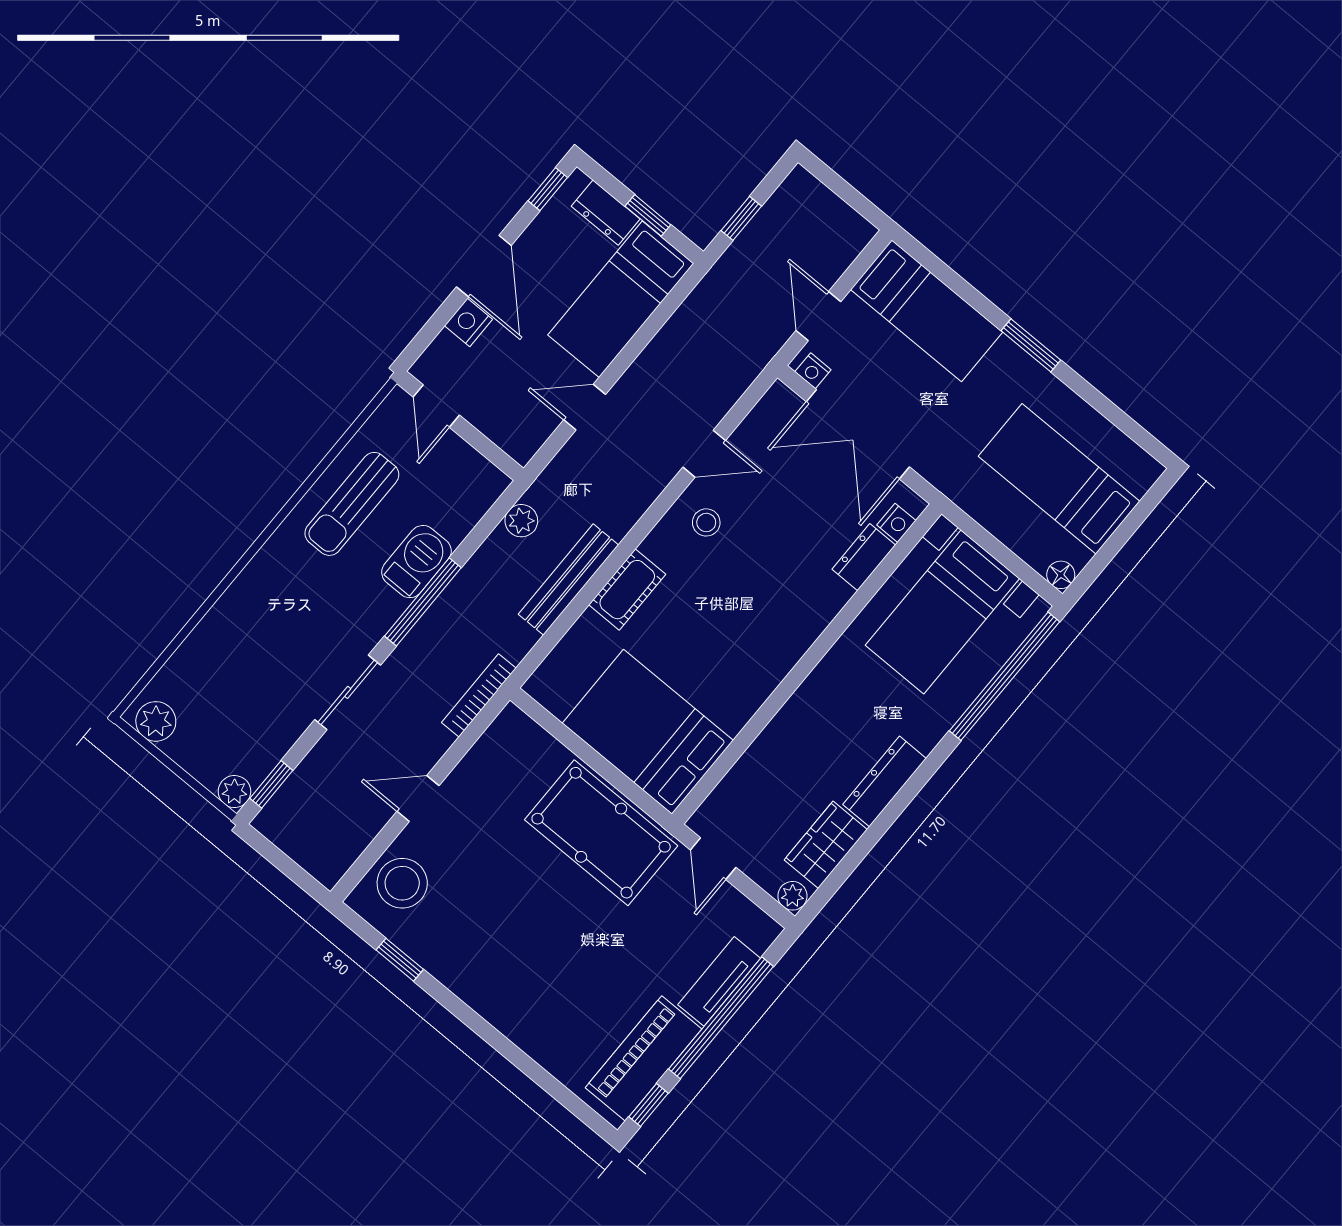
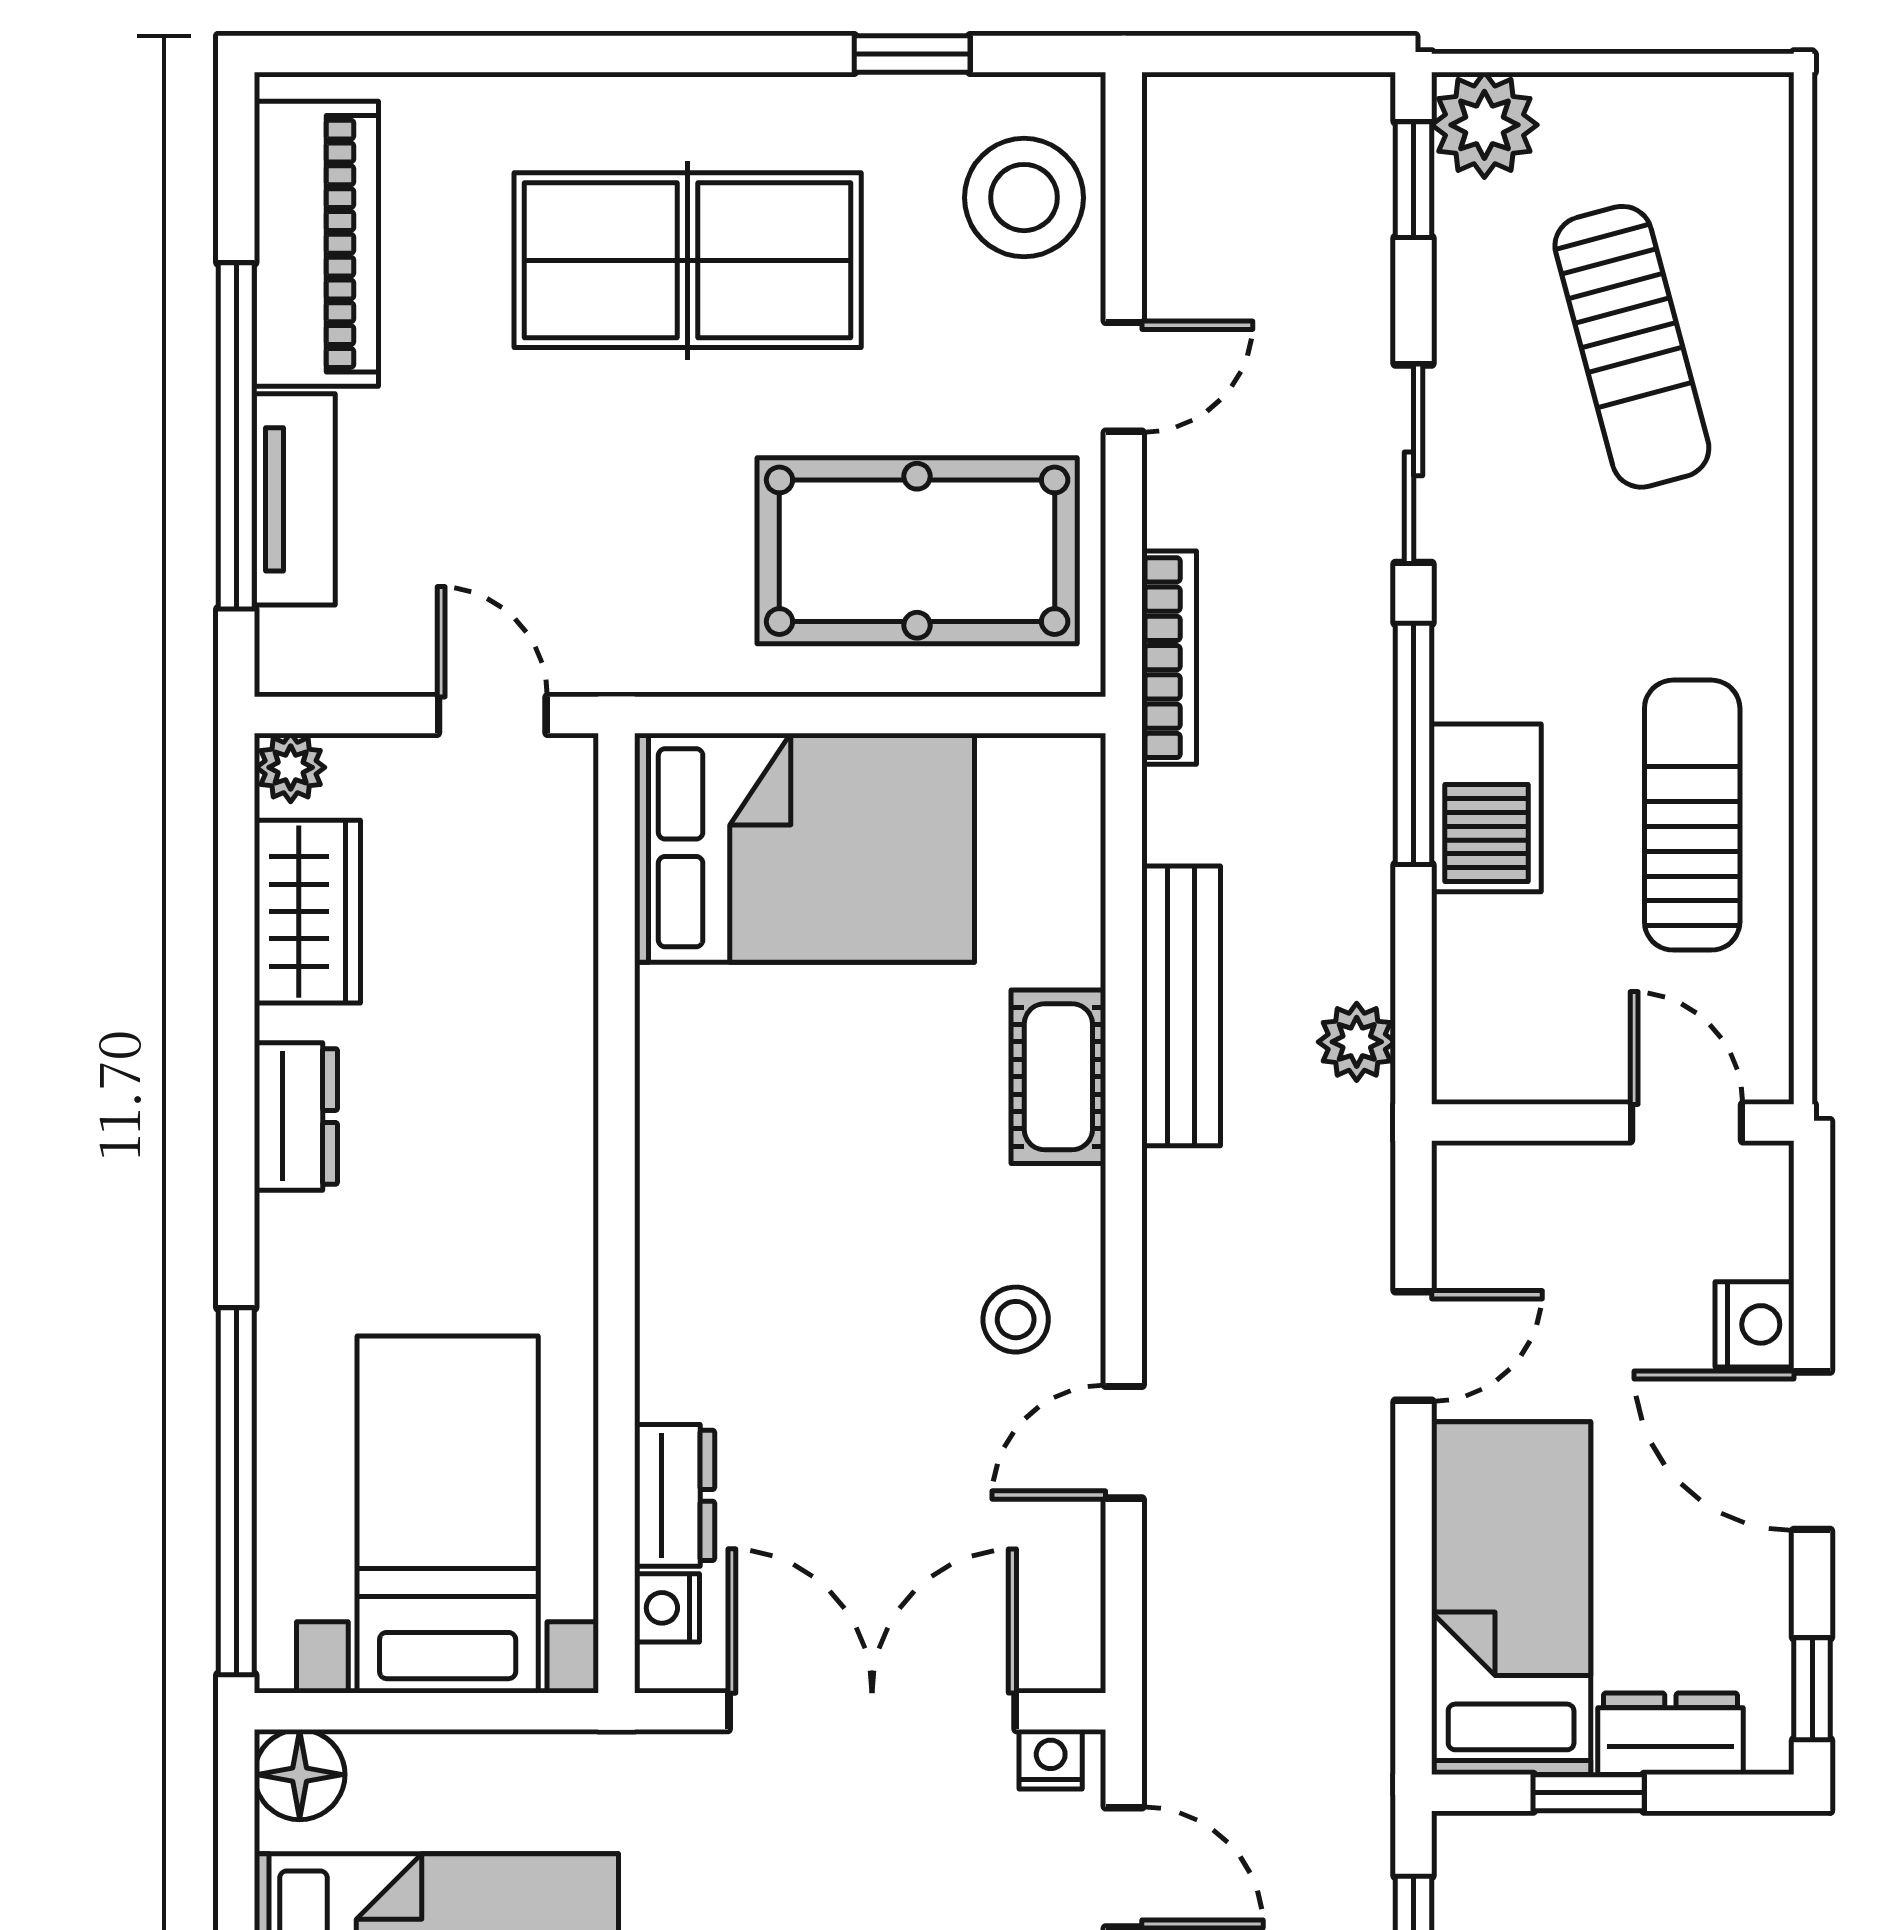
floor lamp: (1061, 575) -> (300, 1775), width x1.37, depth x1.37
sun lounger: (246, 672) -> (1632, 347), added
plant: (156, 721) -> (1720, 119), removed
dresser: (885, 781) -> (296, 1116), width x0.70
plant: (234, 792) -> (1484, 125), width x1.38, depth x1.38
pool table: (601, 833) -> (917, 551), moved
table tennis table: (528, 953) -> (688, 260), added
window: (648, 1105) -> (236, 166), removed

